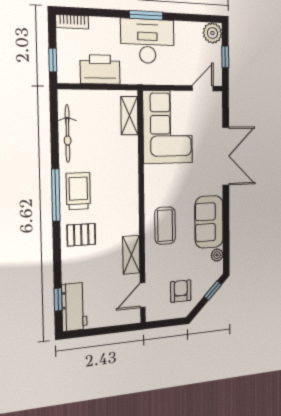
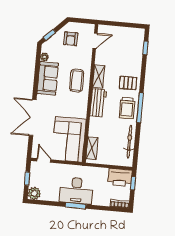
printer: (100, 69) -> (120, 177), moved
door: (203, 88) -> (44, 160), swing flipped
shelving: (131, 255) -> (99, 77), moved
workbench: (74, 307) -> (98, 103), moved, turned 180

